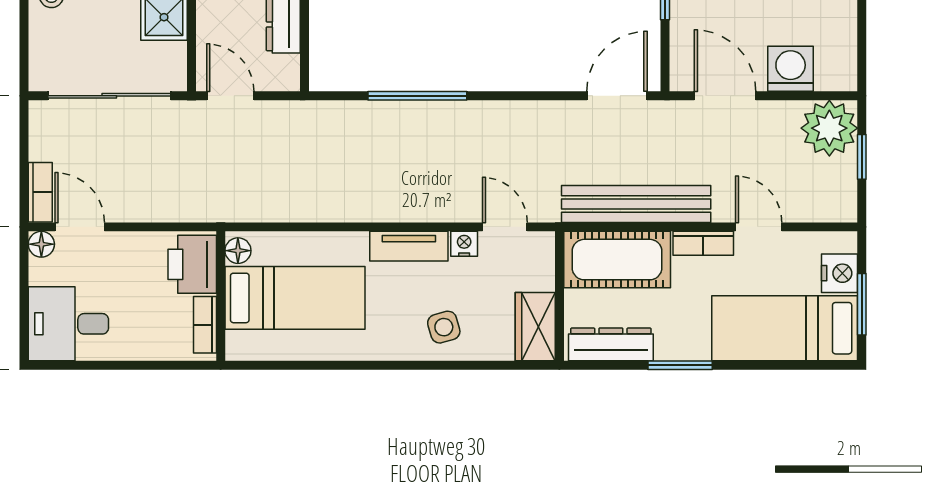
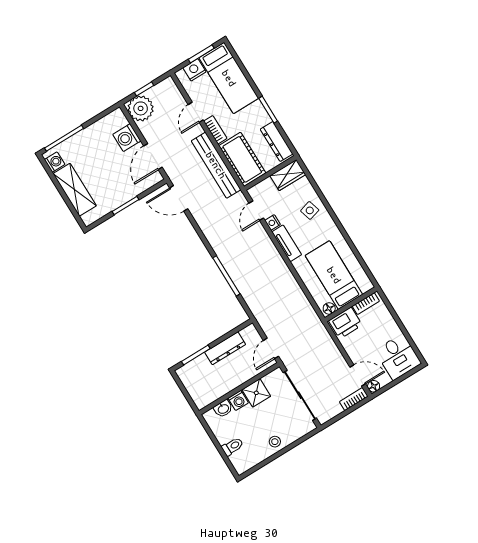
door: (80, 227) -> (358, 376), swing flipped

